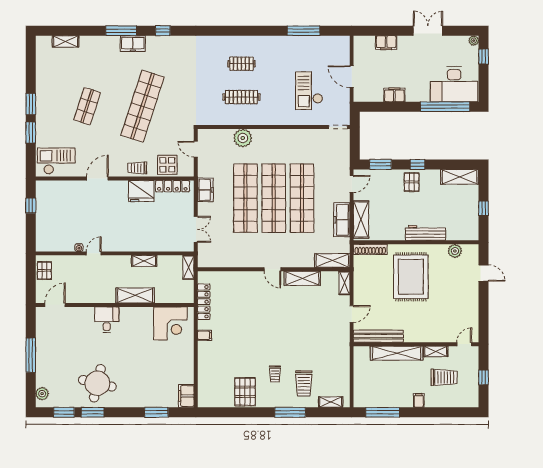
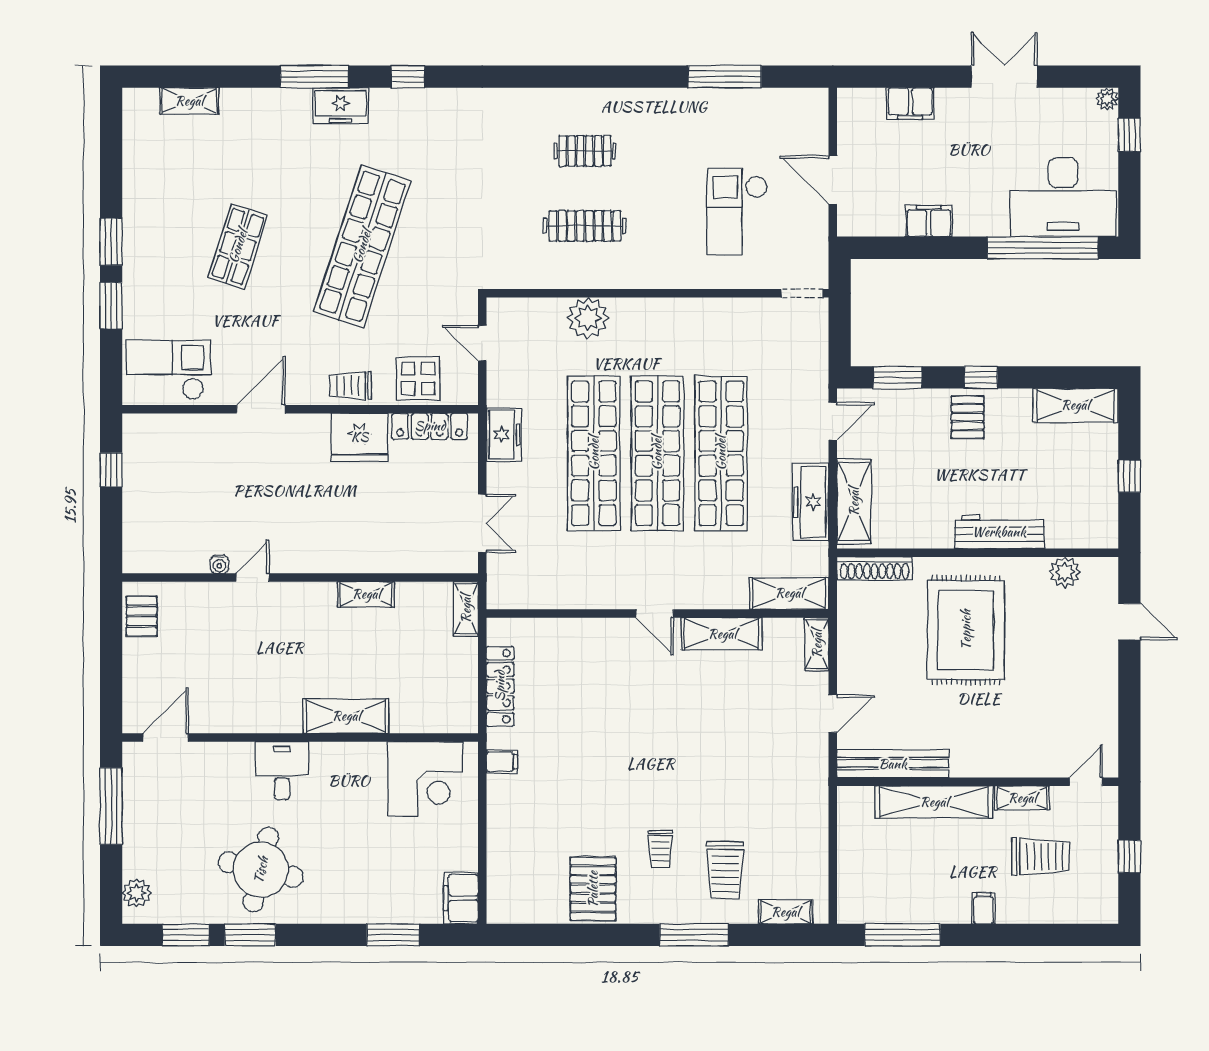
shelving: (135, 295) -> (346, 716), moved
door: (55, 305) -> (166, 738), moved
wall: (115, 305) -> (300, 738), moved
desk: (107, 320) -> (282, 771), moved
corner desk: (170, 323) -> (425, 779), moved

